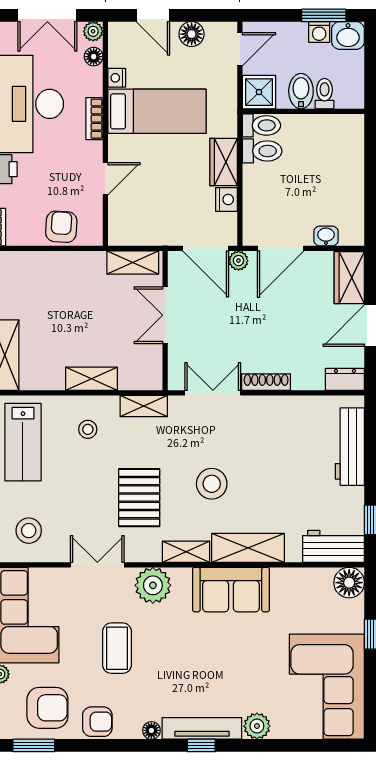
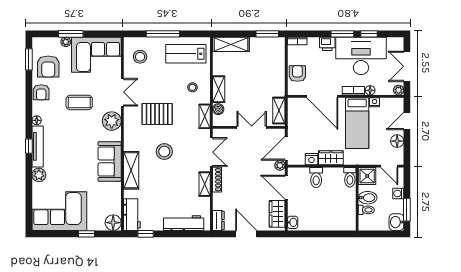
washing machine: (319, 32) -> (398, 193), moved
floor lamp: (94, 57) -> (370, 90), moved
toilet: (262, 151) -> (316, 178), moved
door: (105, 179) -> (322, 96), width x1.88
armchair: (61, 227) -> (297, 74), turned -94
washbasin: (326, 236) -> (293, 222), moved
wardrobe: (349, 278) -> (277, 214), moved, turned -90
boiler: (130, 380) -> (218, 109), added
shelving: (186, 552) -> (205, 184), moved

